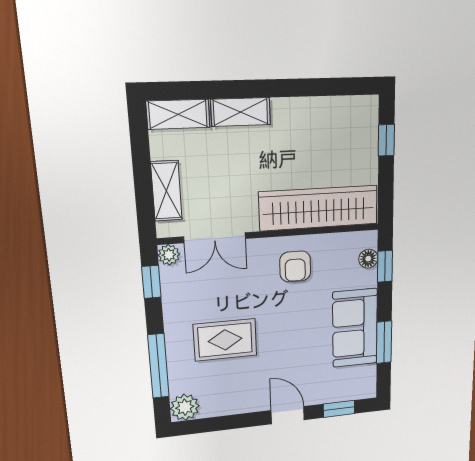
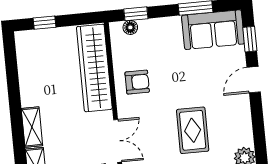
sofa: (355, 328) -> (213, 30), moved

